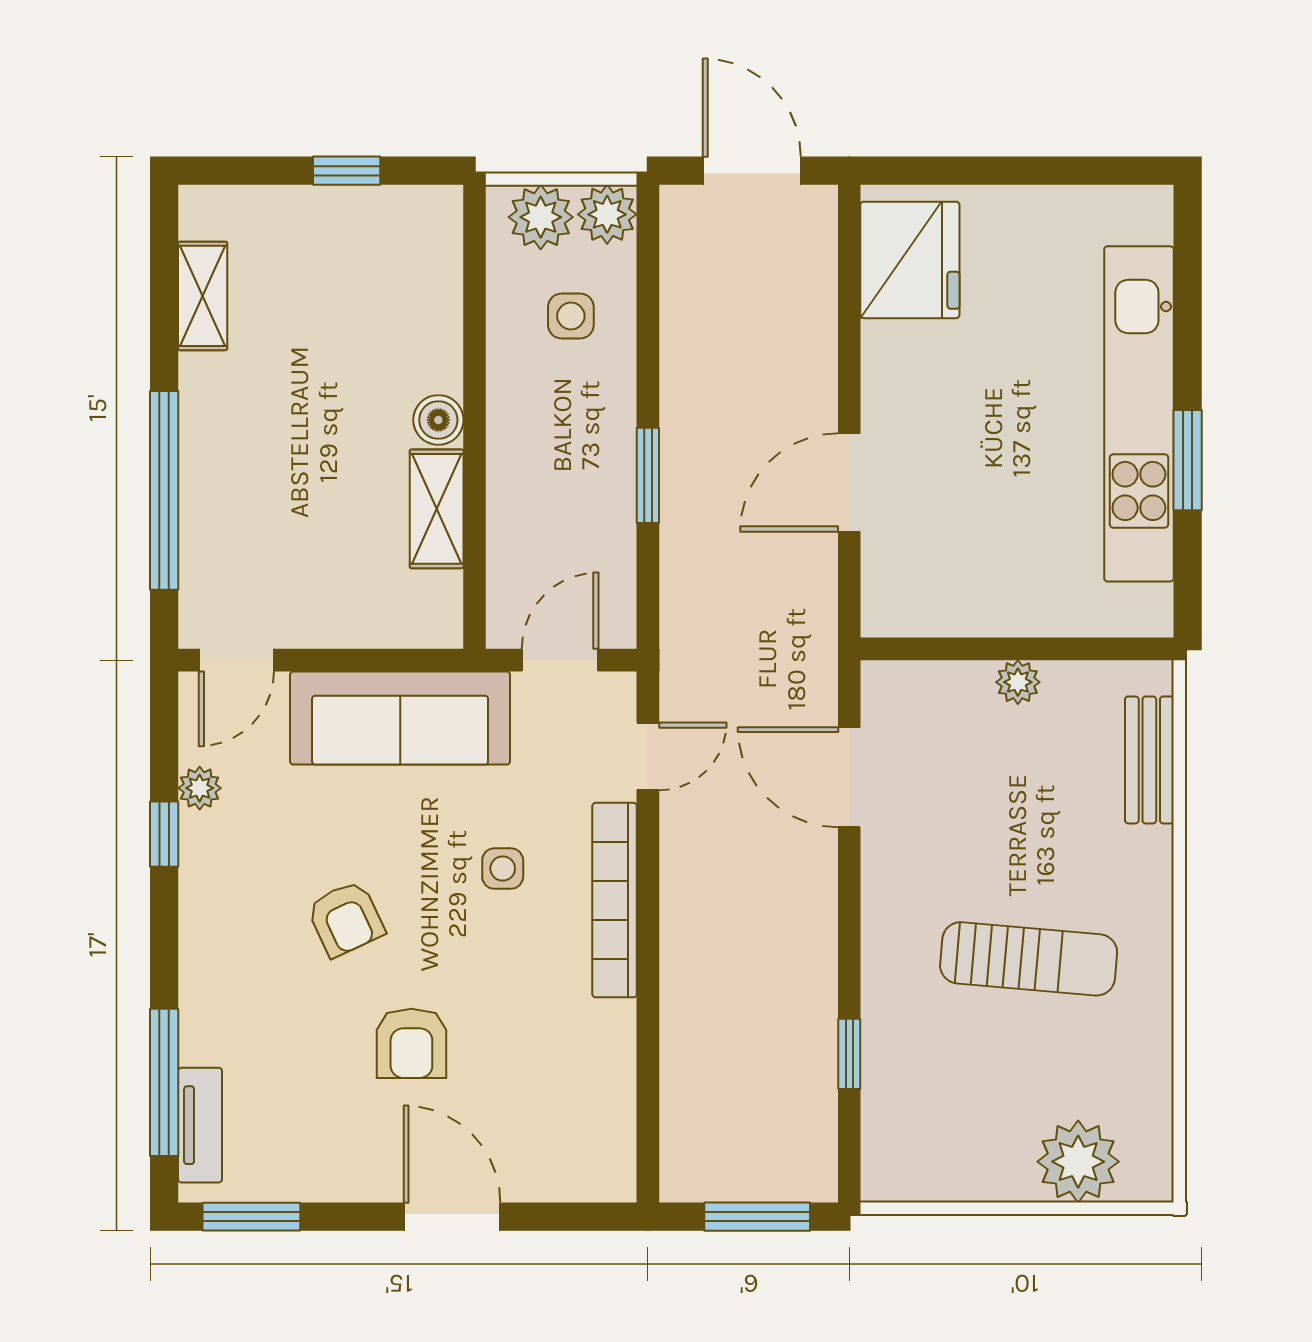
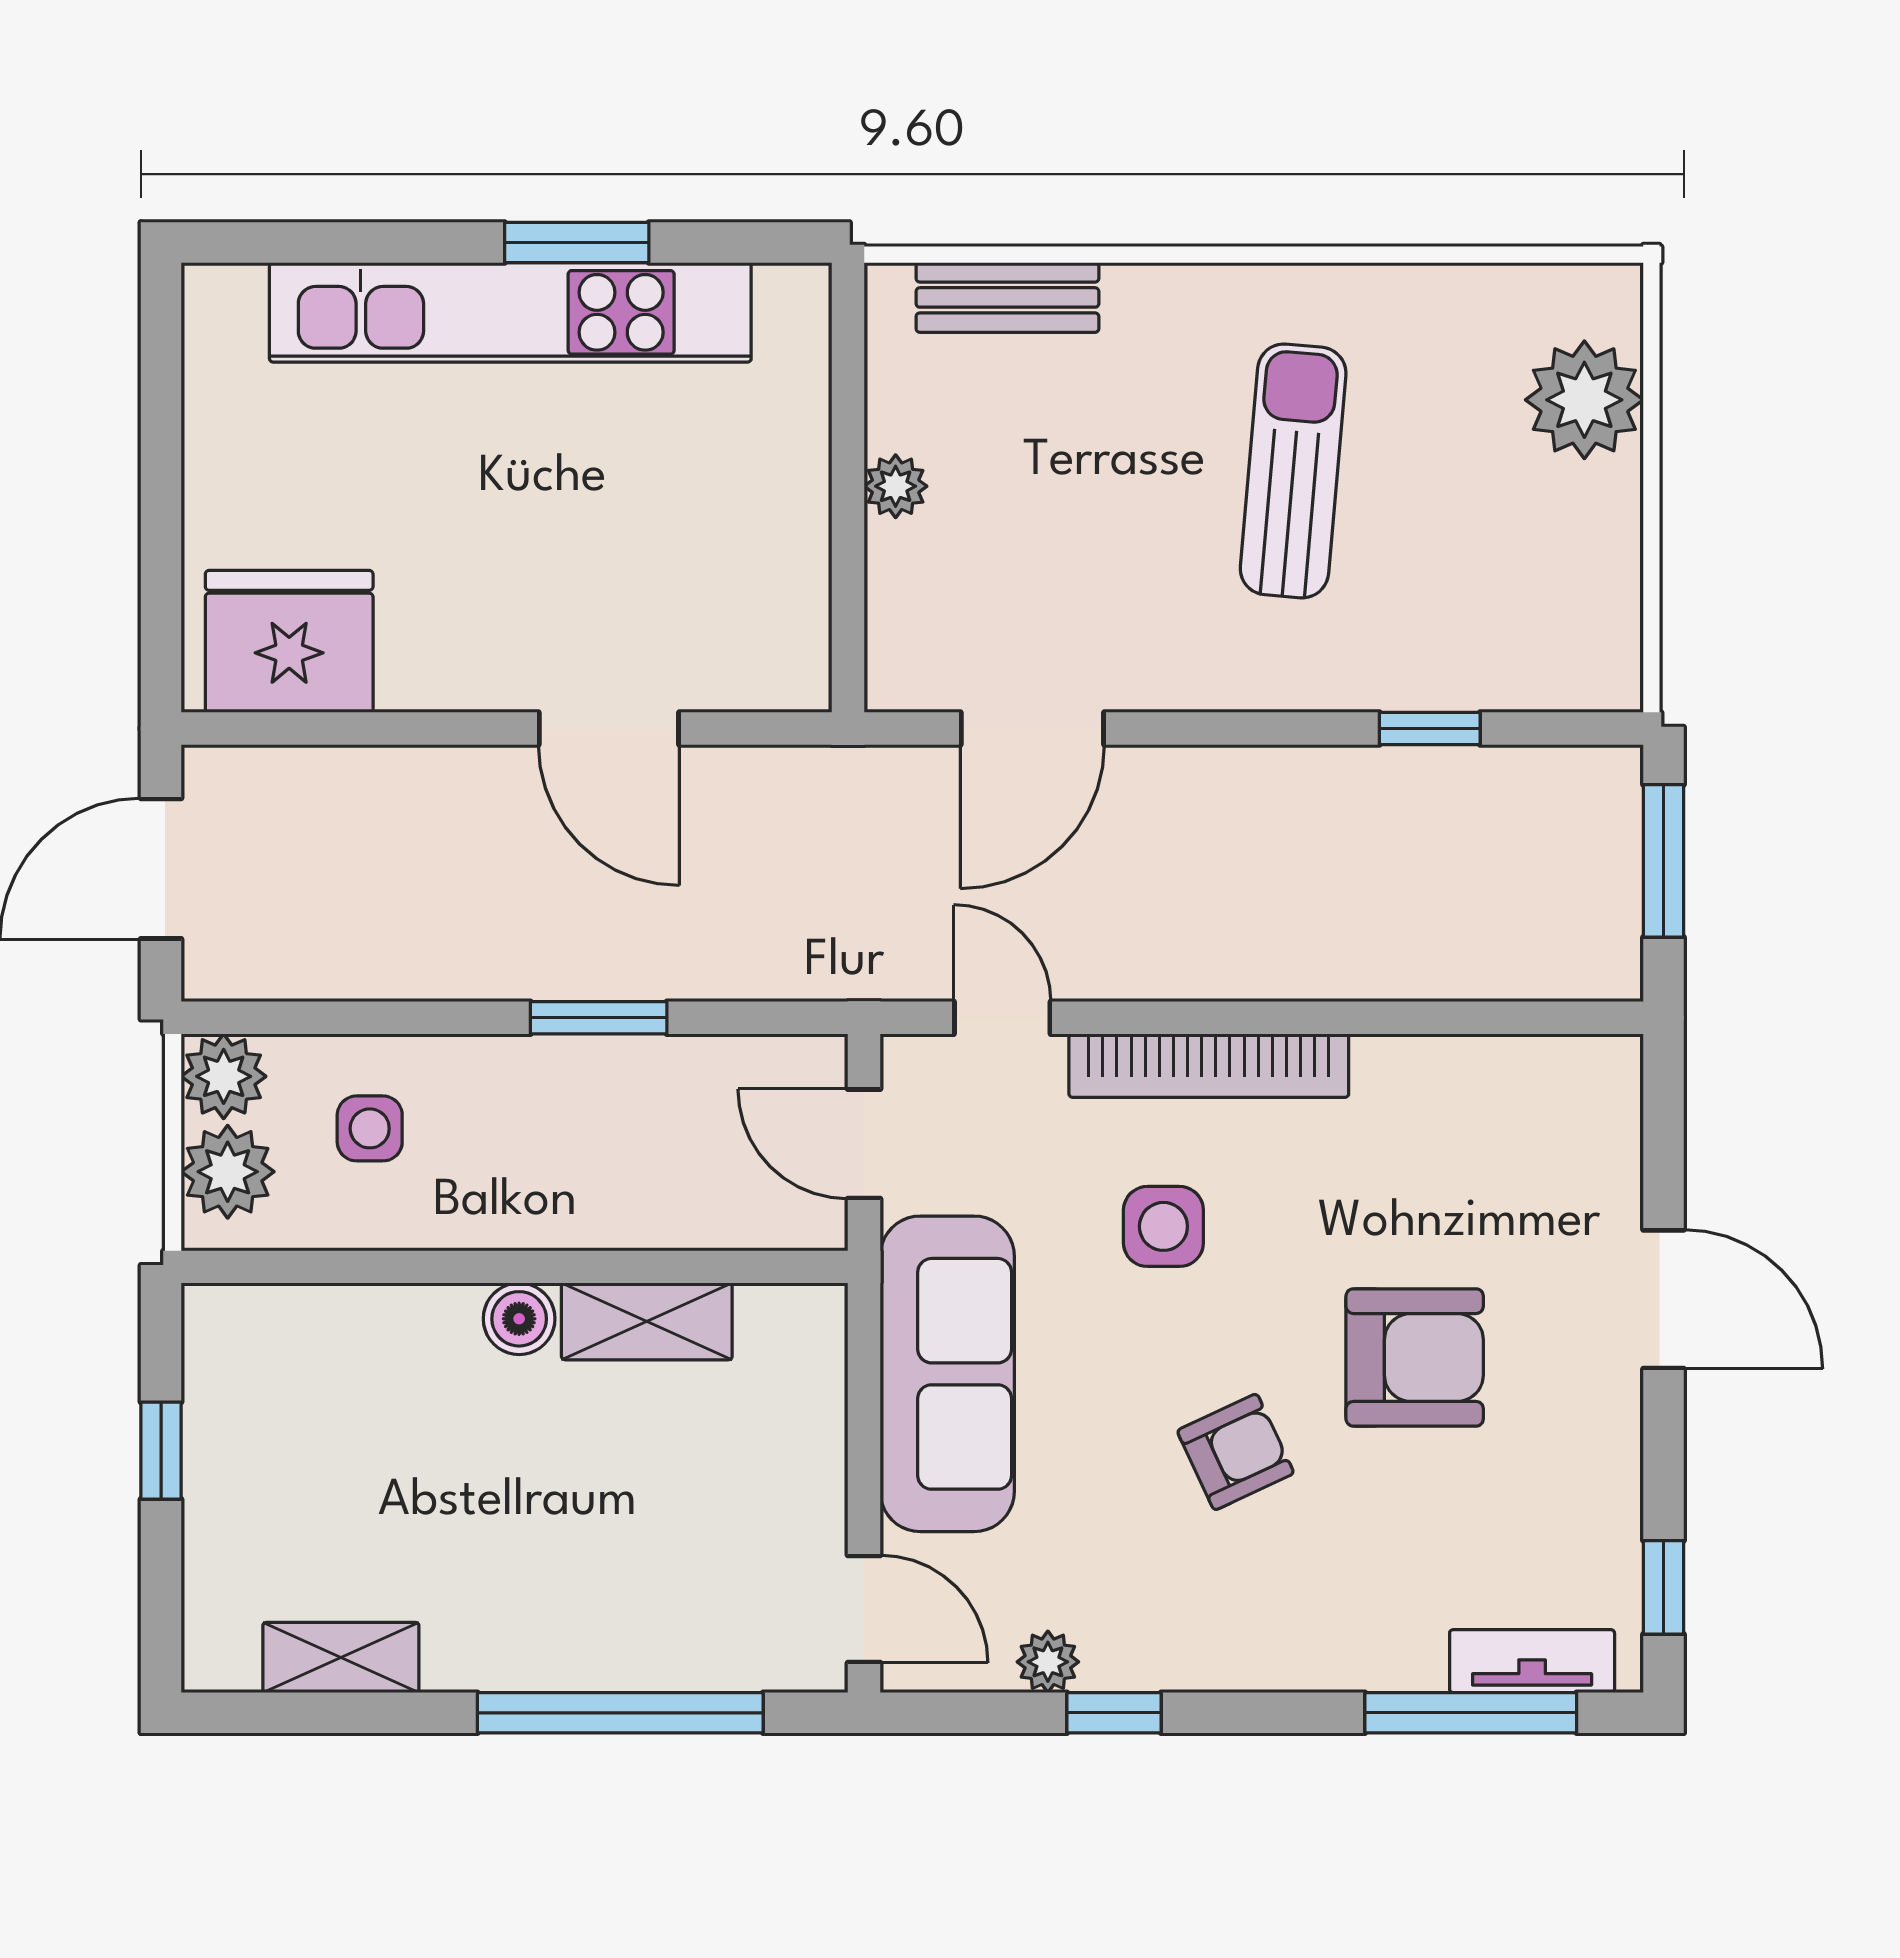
side table: (503, 869) -> (1163, 1226), width x1.37, depth x1.37
armchair: (411, 1043) -> (1415, 1357), width x1.38, depth x1.38
window: (251, 1217) -> (1663, 1587), width x0.67
door: (452, 1217) -> (1663, 1299), swing flipped

